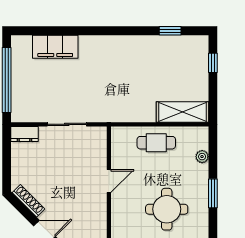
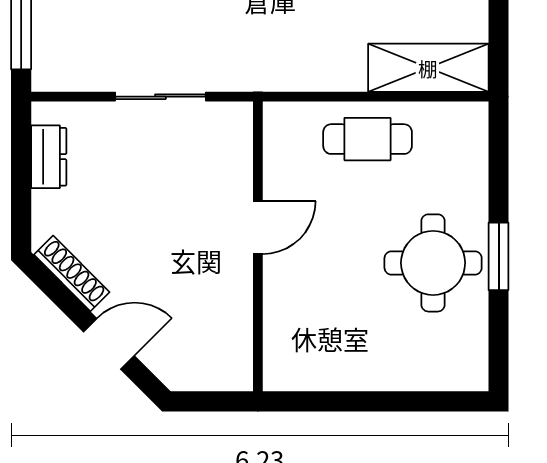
dresser: (24, 134) -> (49, 157), moved, turned -90
plant: (202, 157) -> (474, 171), removed
round table: (167, 209) -> (433, 263), moved

